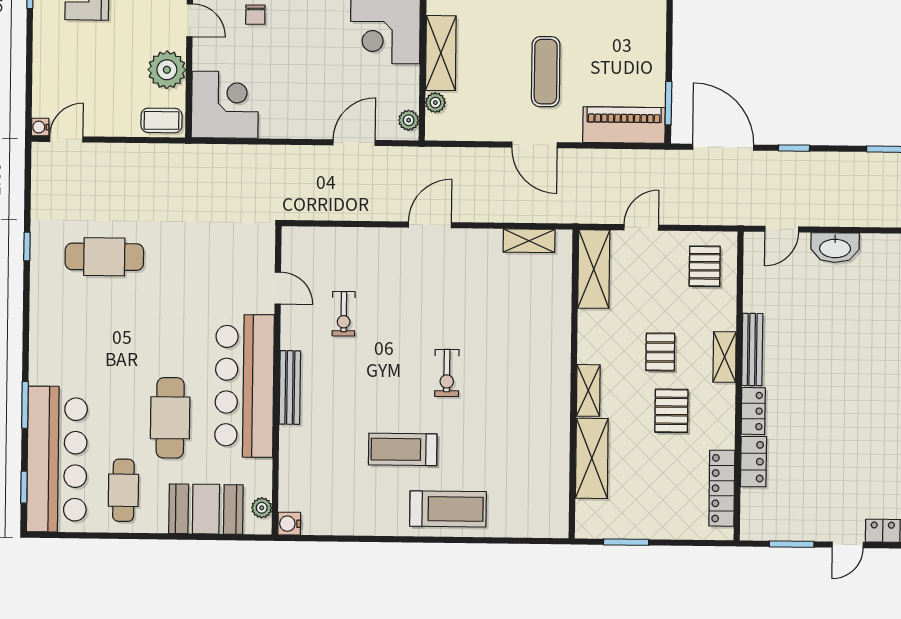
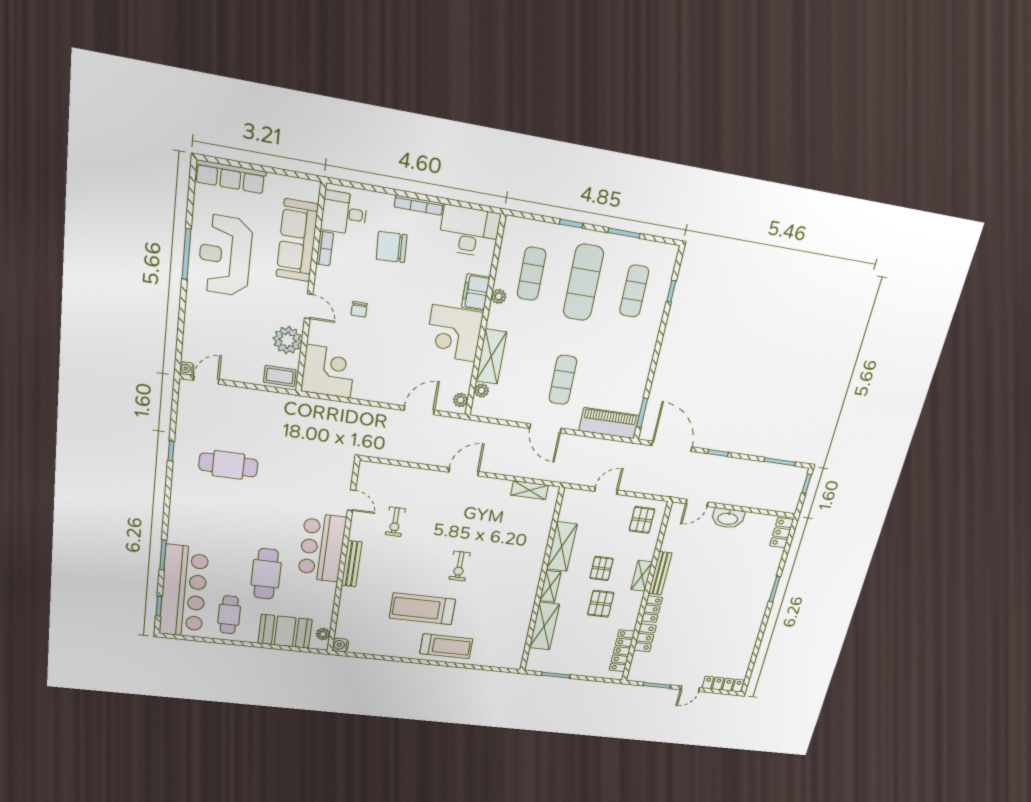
shelving: (594, 269) -> (562, 547), moved
bar counter: (244, 386) -> (322, 548), width x0.73
treadmill: (403, 449) -> (422, 609), width x1.37, depth x1.37

